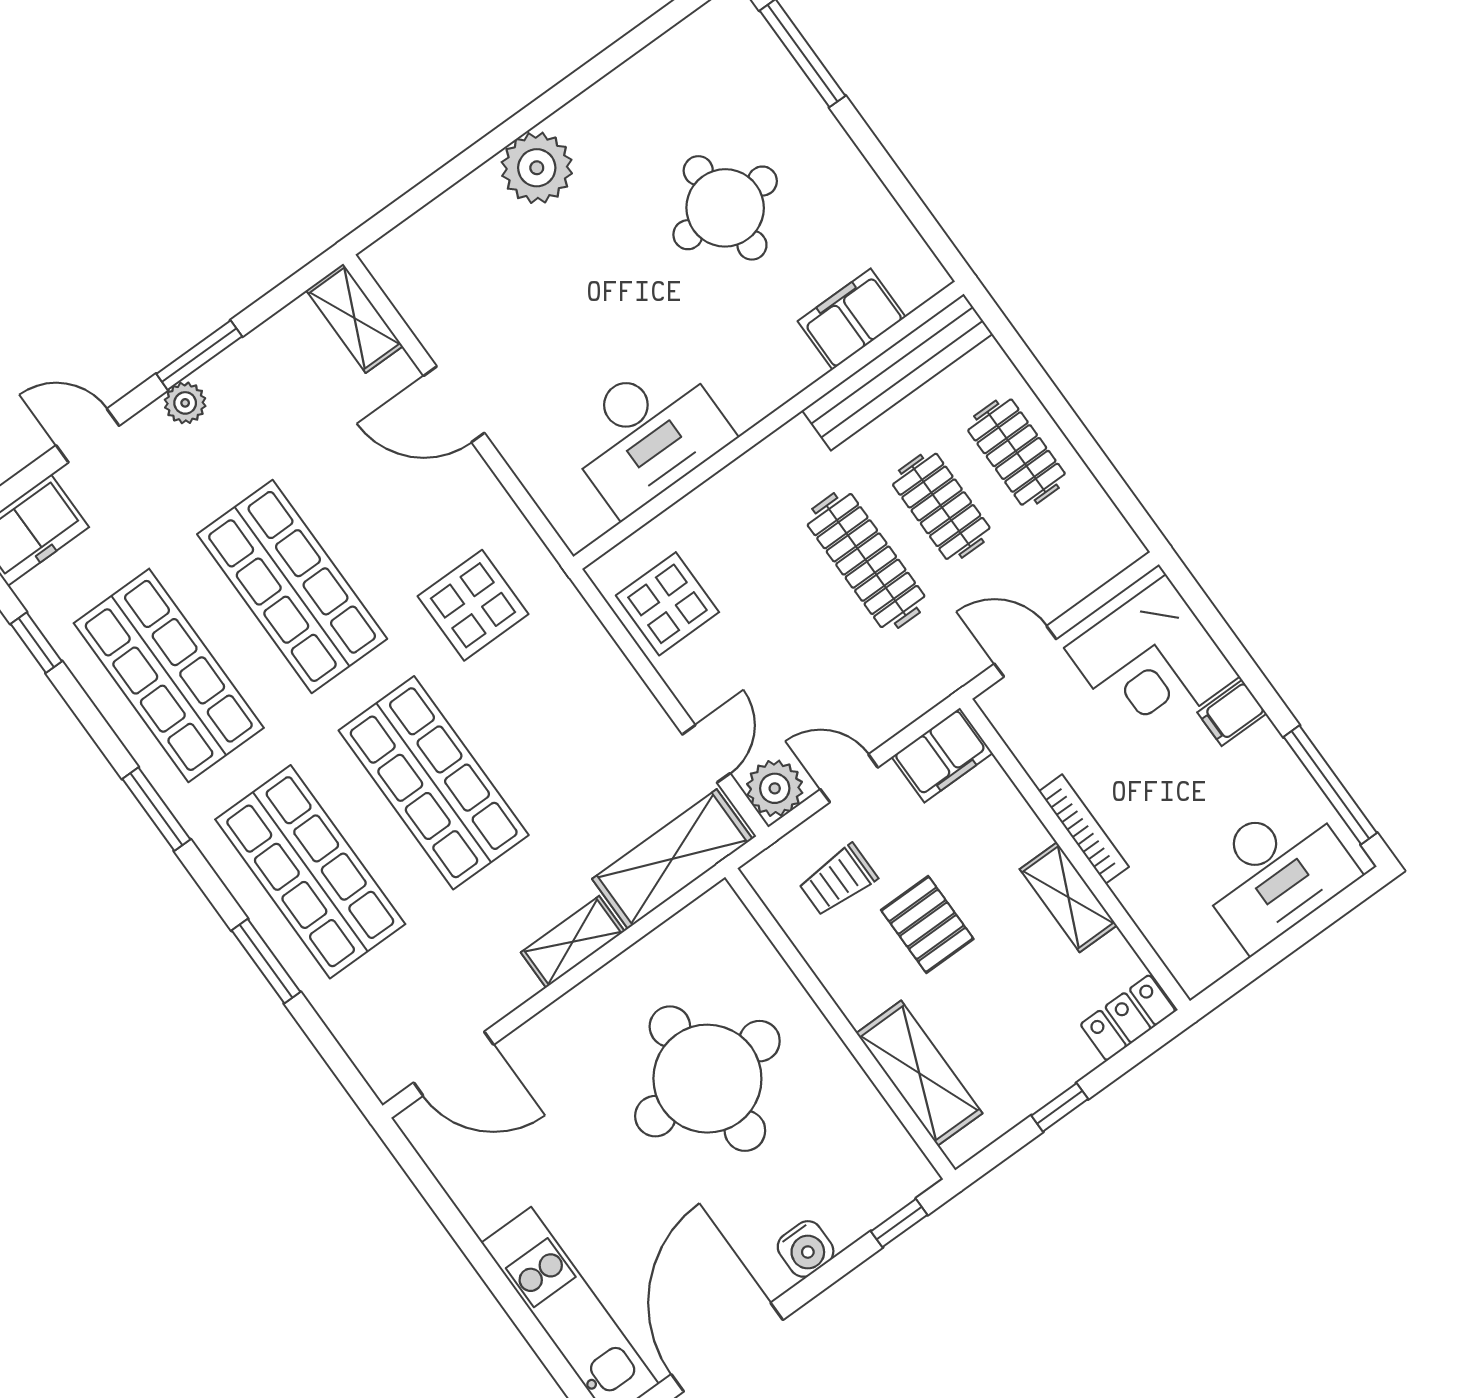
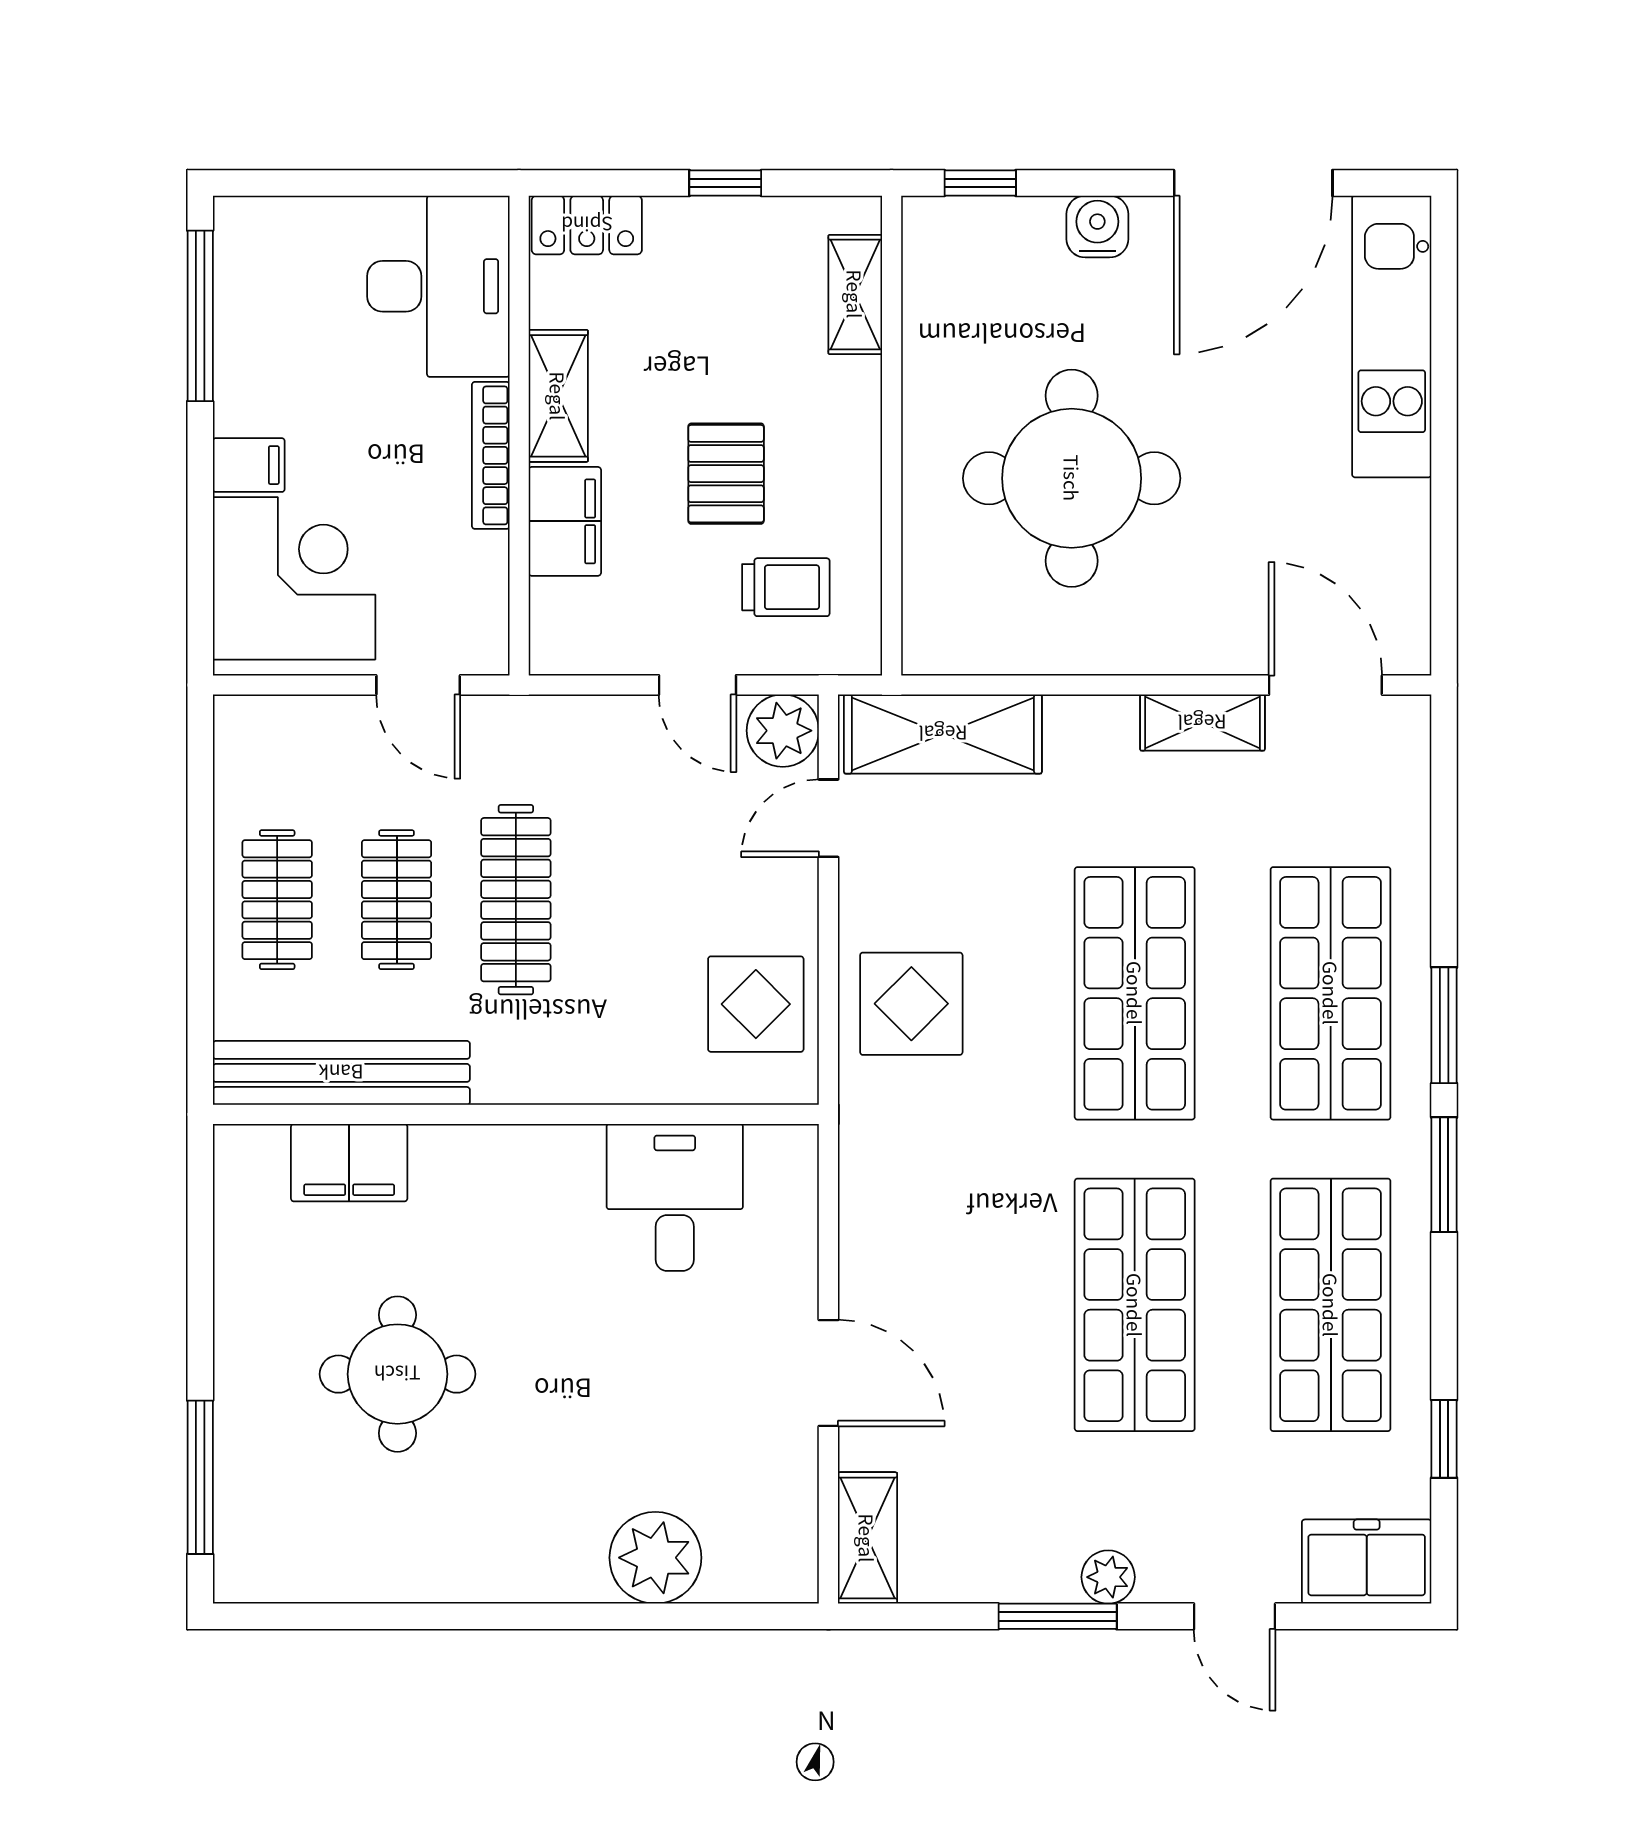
plant: (537, 168) -> (655, 1558), moved
desk: (647, 434) -> (675, 1197), width x0.73
display table: (473, 605) -> (911, 1004), moved
filing cabinet: (942, 755) -> (565, 521), moved, turned 90
desk: (1275, 872) -> (438, 286), moved, turned 90
shelving: (573, 942) -> (1202, 723), moved
window: (266, 961) -> (1444, 1025), moved
shelving: (919, 1073) -> (855, 294), width x0.67, depth x0.75

